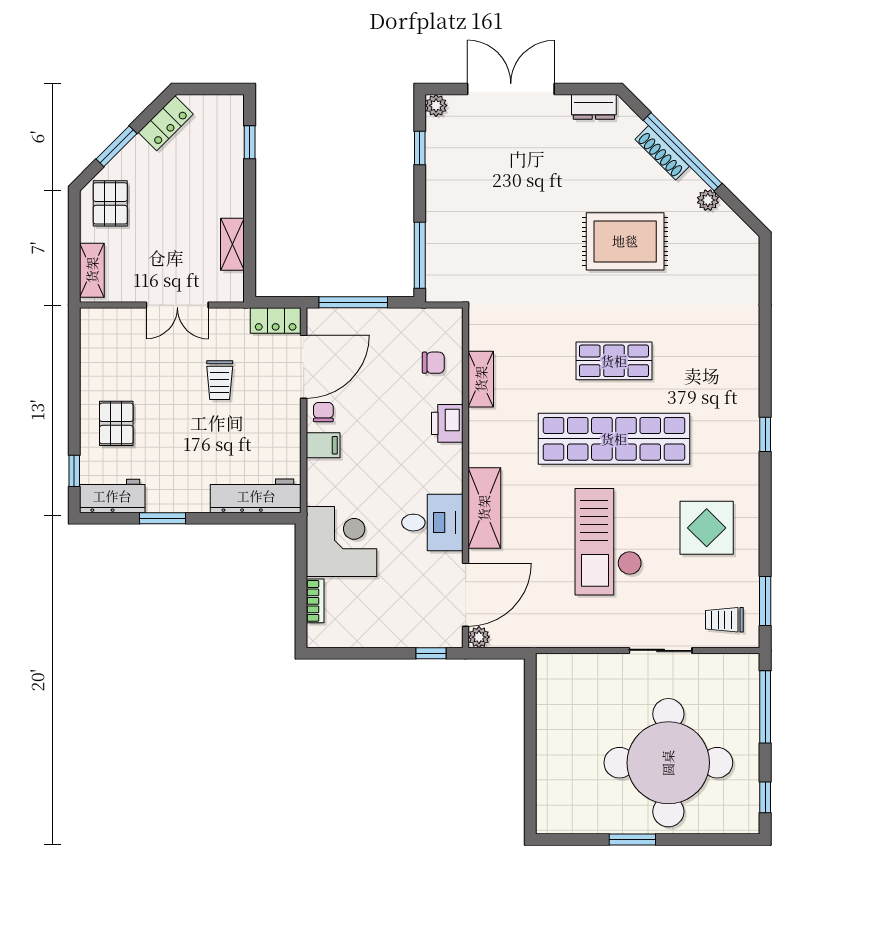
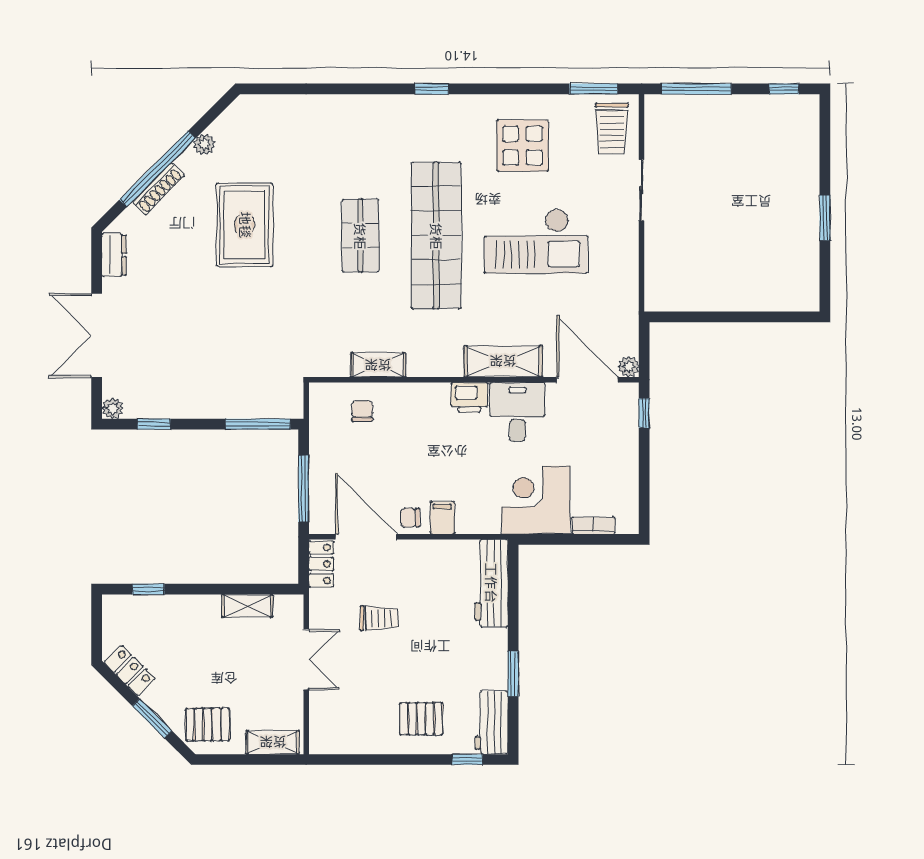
printer: (447, 423) -> (469, 397), moved
trolley: (724, 620) -> (612, 128), width x1.36, depth x1.39
round table: (668, 763) -> (750, 183), removed

